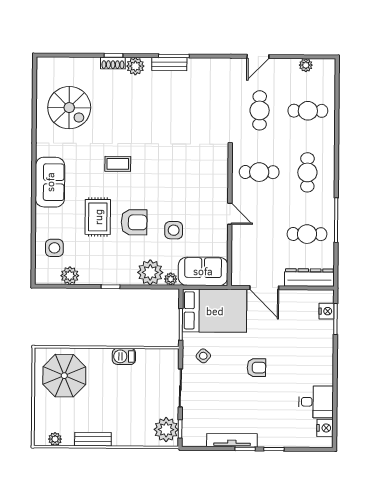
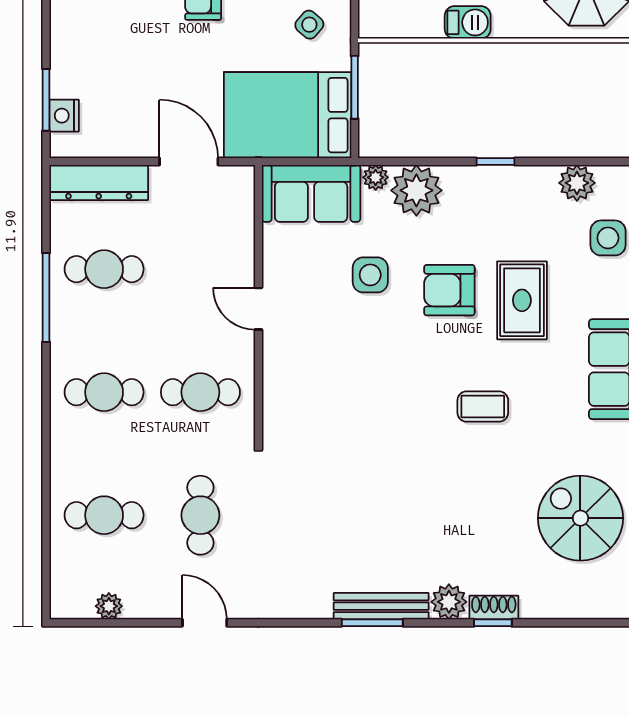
door: (258, 56) -> (205, 623), hinge flipped
bench: (169, 64) -> (381, 606), width x1.36
cafe table: (307, 172) -> (104, 392), turned 90

